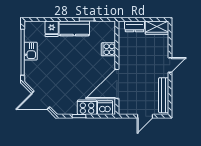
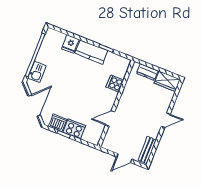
kitchen sink: (31, 51) -> (37, 72), moved
door: (117, 84) -> (110, 118), width x0.53
bench: (164, 95) -> (147, 150), width x0.73
door: (41, 100) -> (34, 106), swing flipped
dishwasher: (105, 108) -> (58, 123), moved

